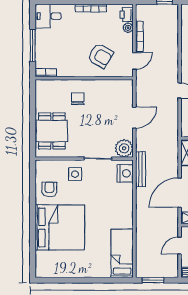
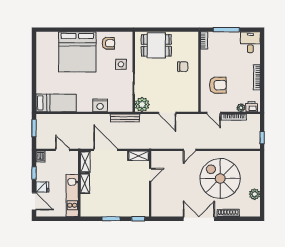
armchair: (100, 56) -> (218, 85), turned -120
nightstand: (125, 173) -> (100, 105), moved

